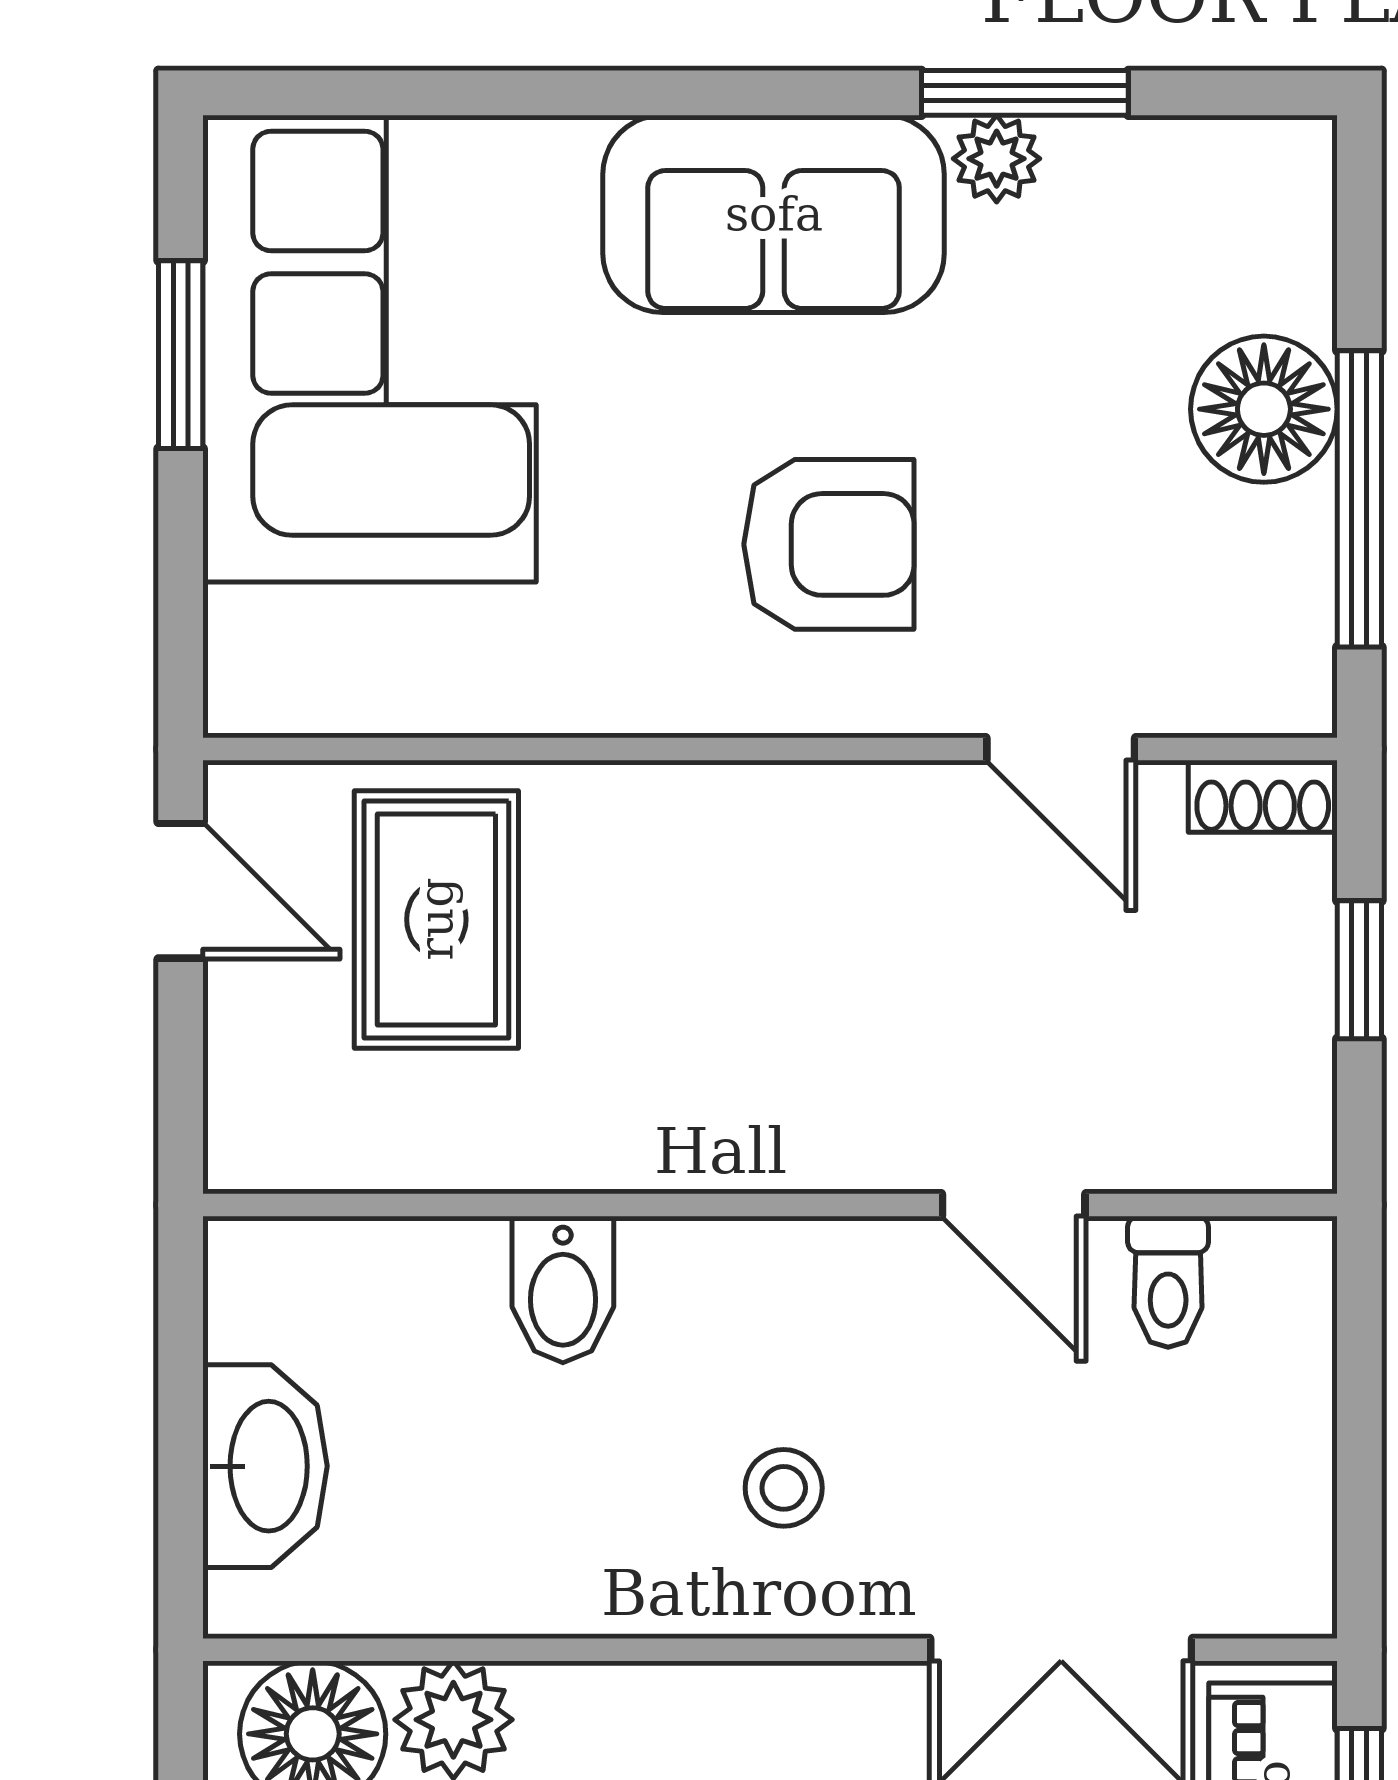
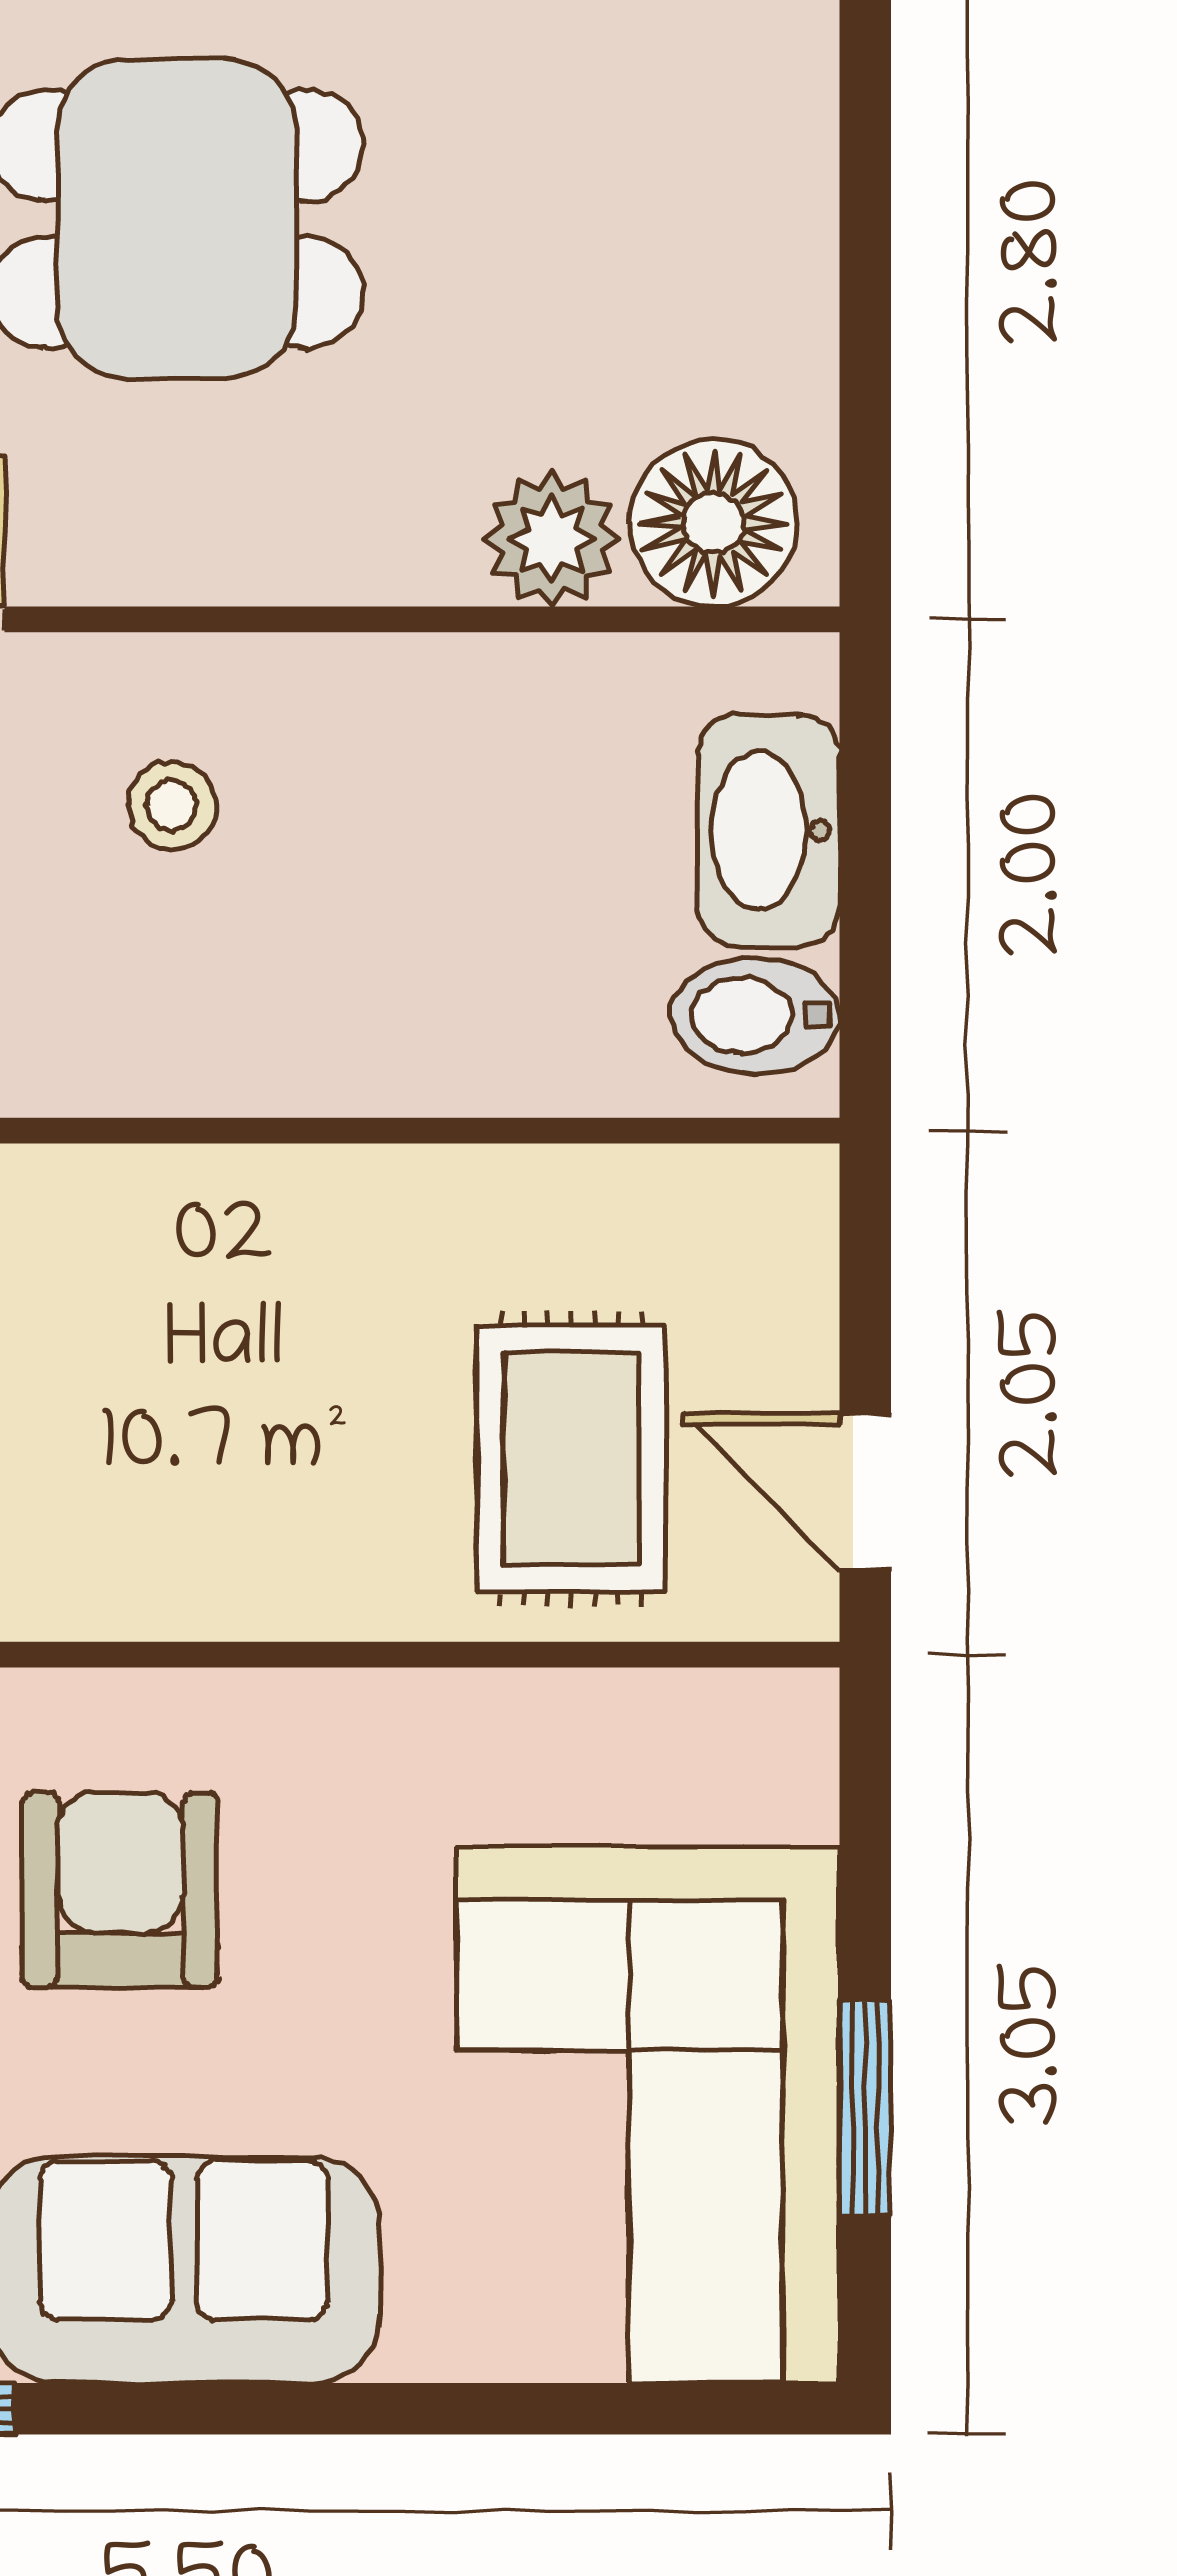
armchair: (829, 544) -> (120, 1890), turned 90
bidet: (563, 1289) -> (755, 1016), moved, turned -90

